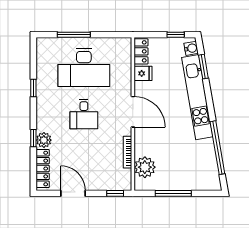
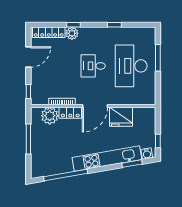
locker: (141, 51) -> (70, 113), moved
fridge: (143, 73) -> (121, 117), width x1.88, depth x1.34

